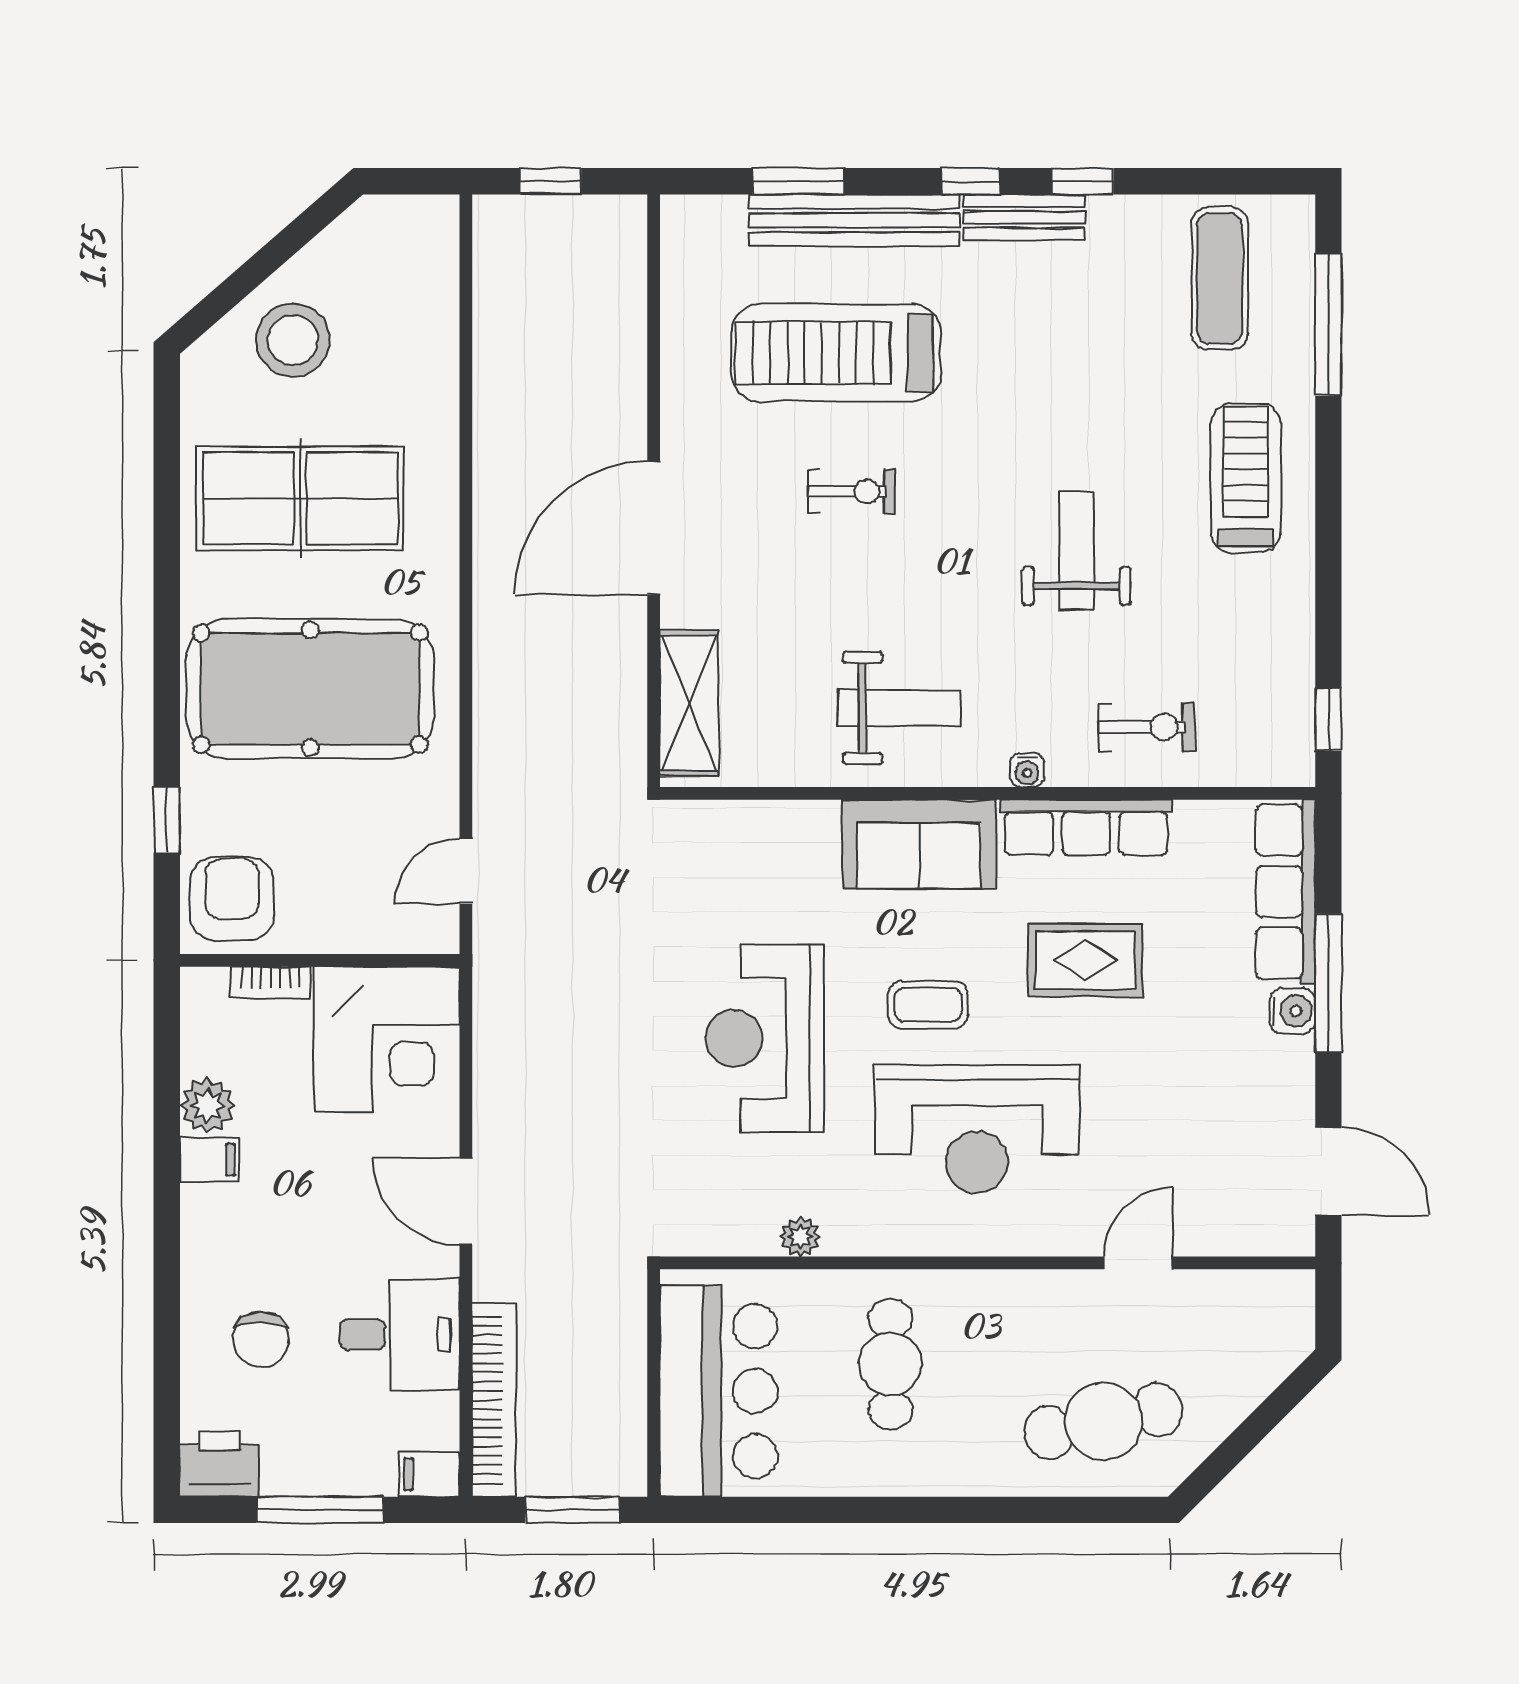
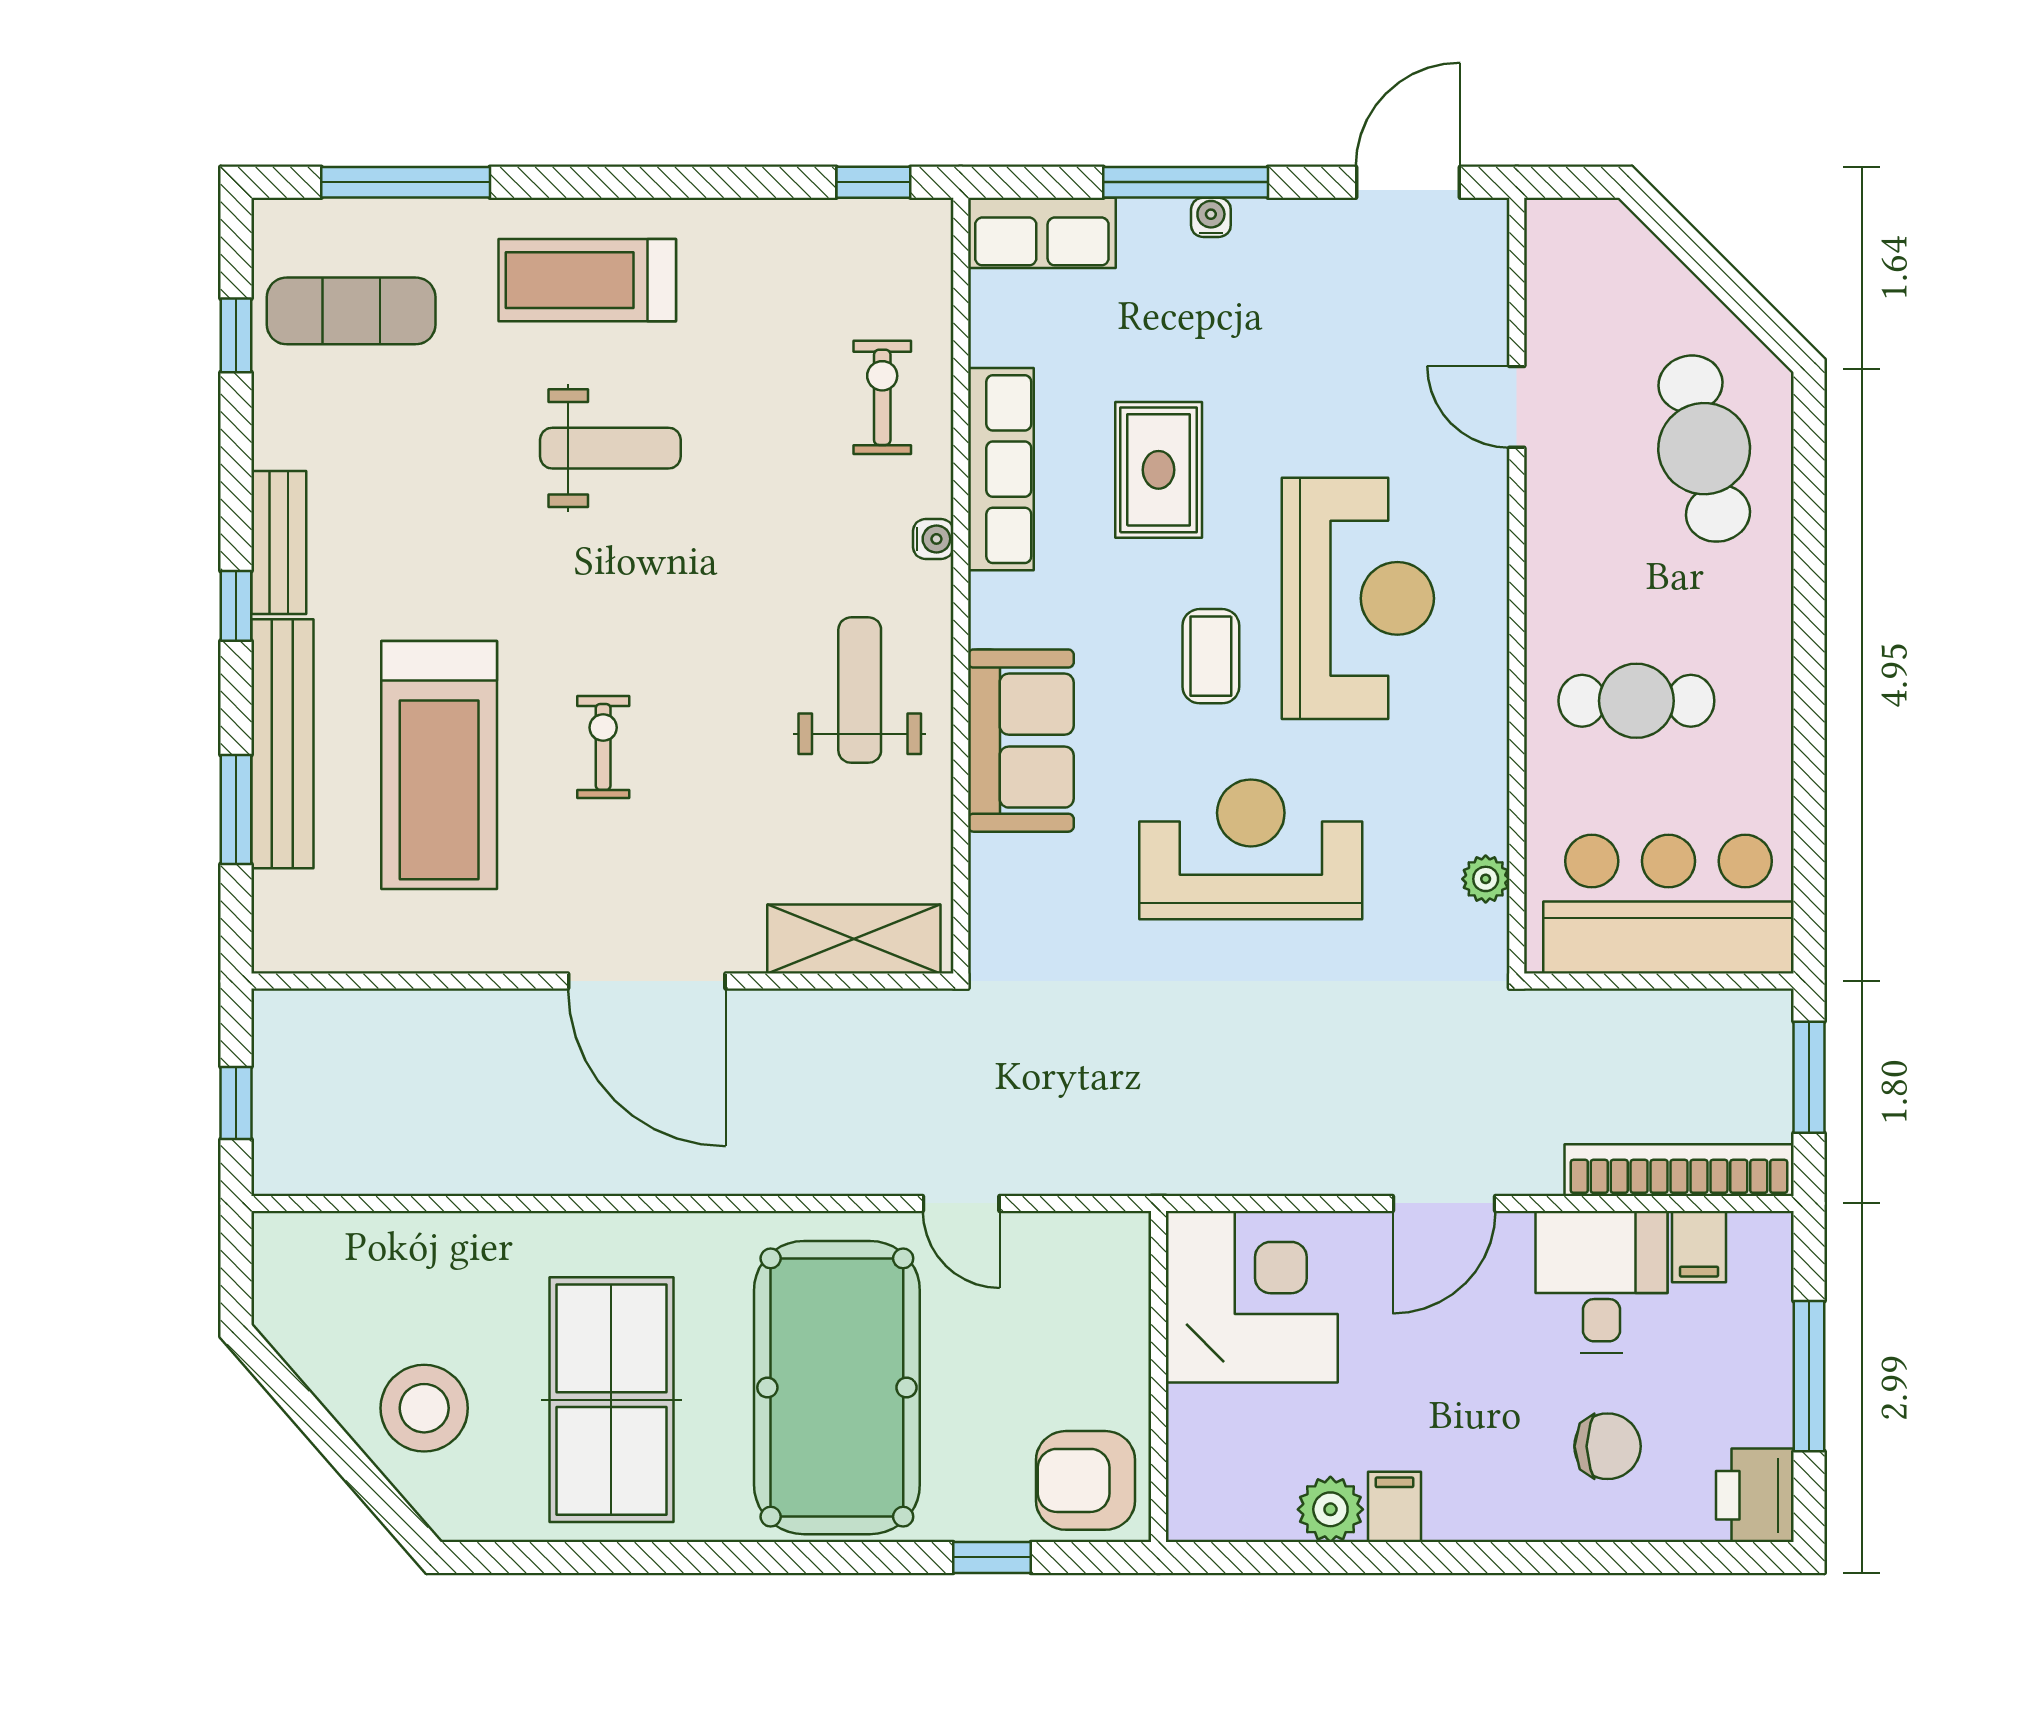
window: (1082, 181) -> (236, 335), moved
weight bench: (1077, 550) -> (610, 448), moved, turned 180
sofa: (919, 844) -> (1021, 741), moved
door: (466, 871) -> (961, 1203), moved
row of seats: (1286, 892) -> (1042, 233), width x0.68
bookcase: (270, 983) -> (1185, 1435), removed
water cooler: (1292, 1011) -> (1211, 217), width x0.72, depth x0.72
reception desk: (765, 1038) -> (1251, 849), turned 180
plant: (800, 1237) -> (1486, 879), moved
filing cabinet: (429, 1474) -> (1699, 1247), moved

